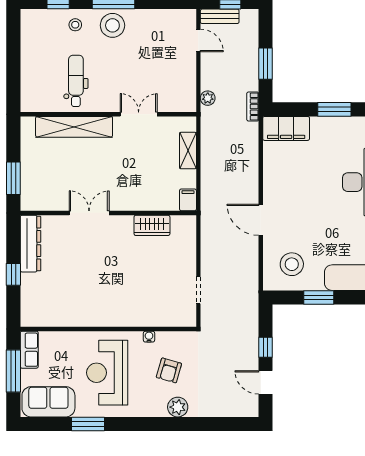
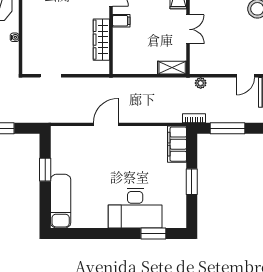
window: (266, 64) -> (228, 128), width x1.44
shelving: (188, 151) -> (172, 68), moved
filing cabinet: (188, 200) -> (121, 21), moved
wardrobe: (152, 225) -> (101, 40), width x1.50
stool: (292, 264) -> (71, 149), removed

